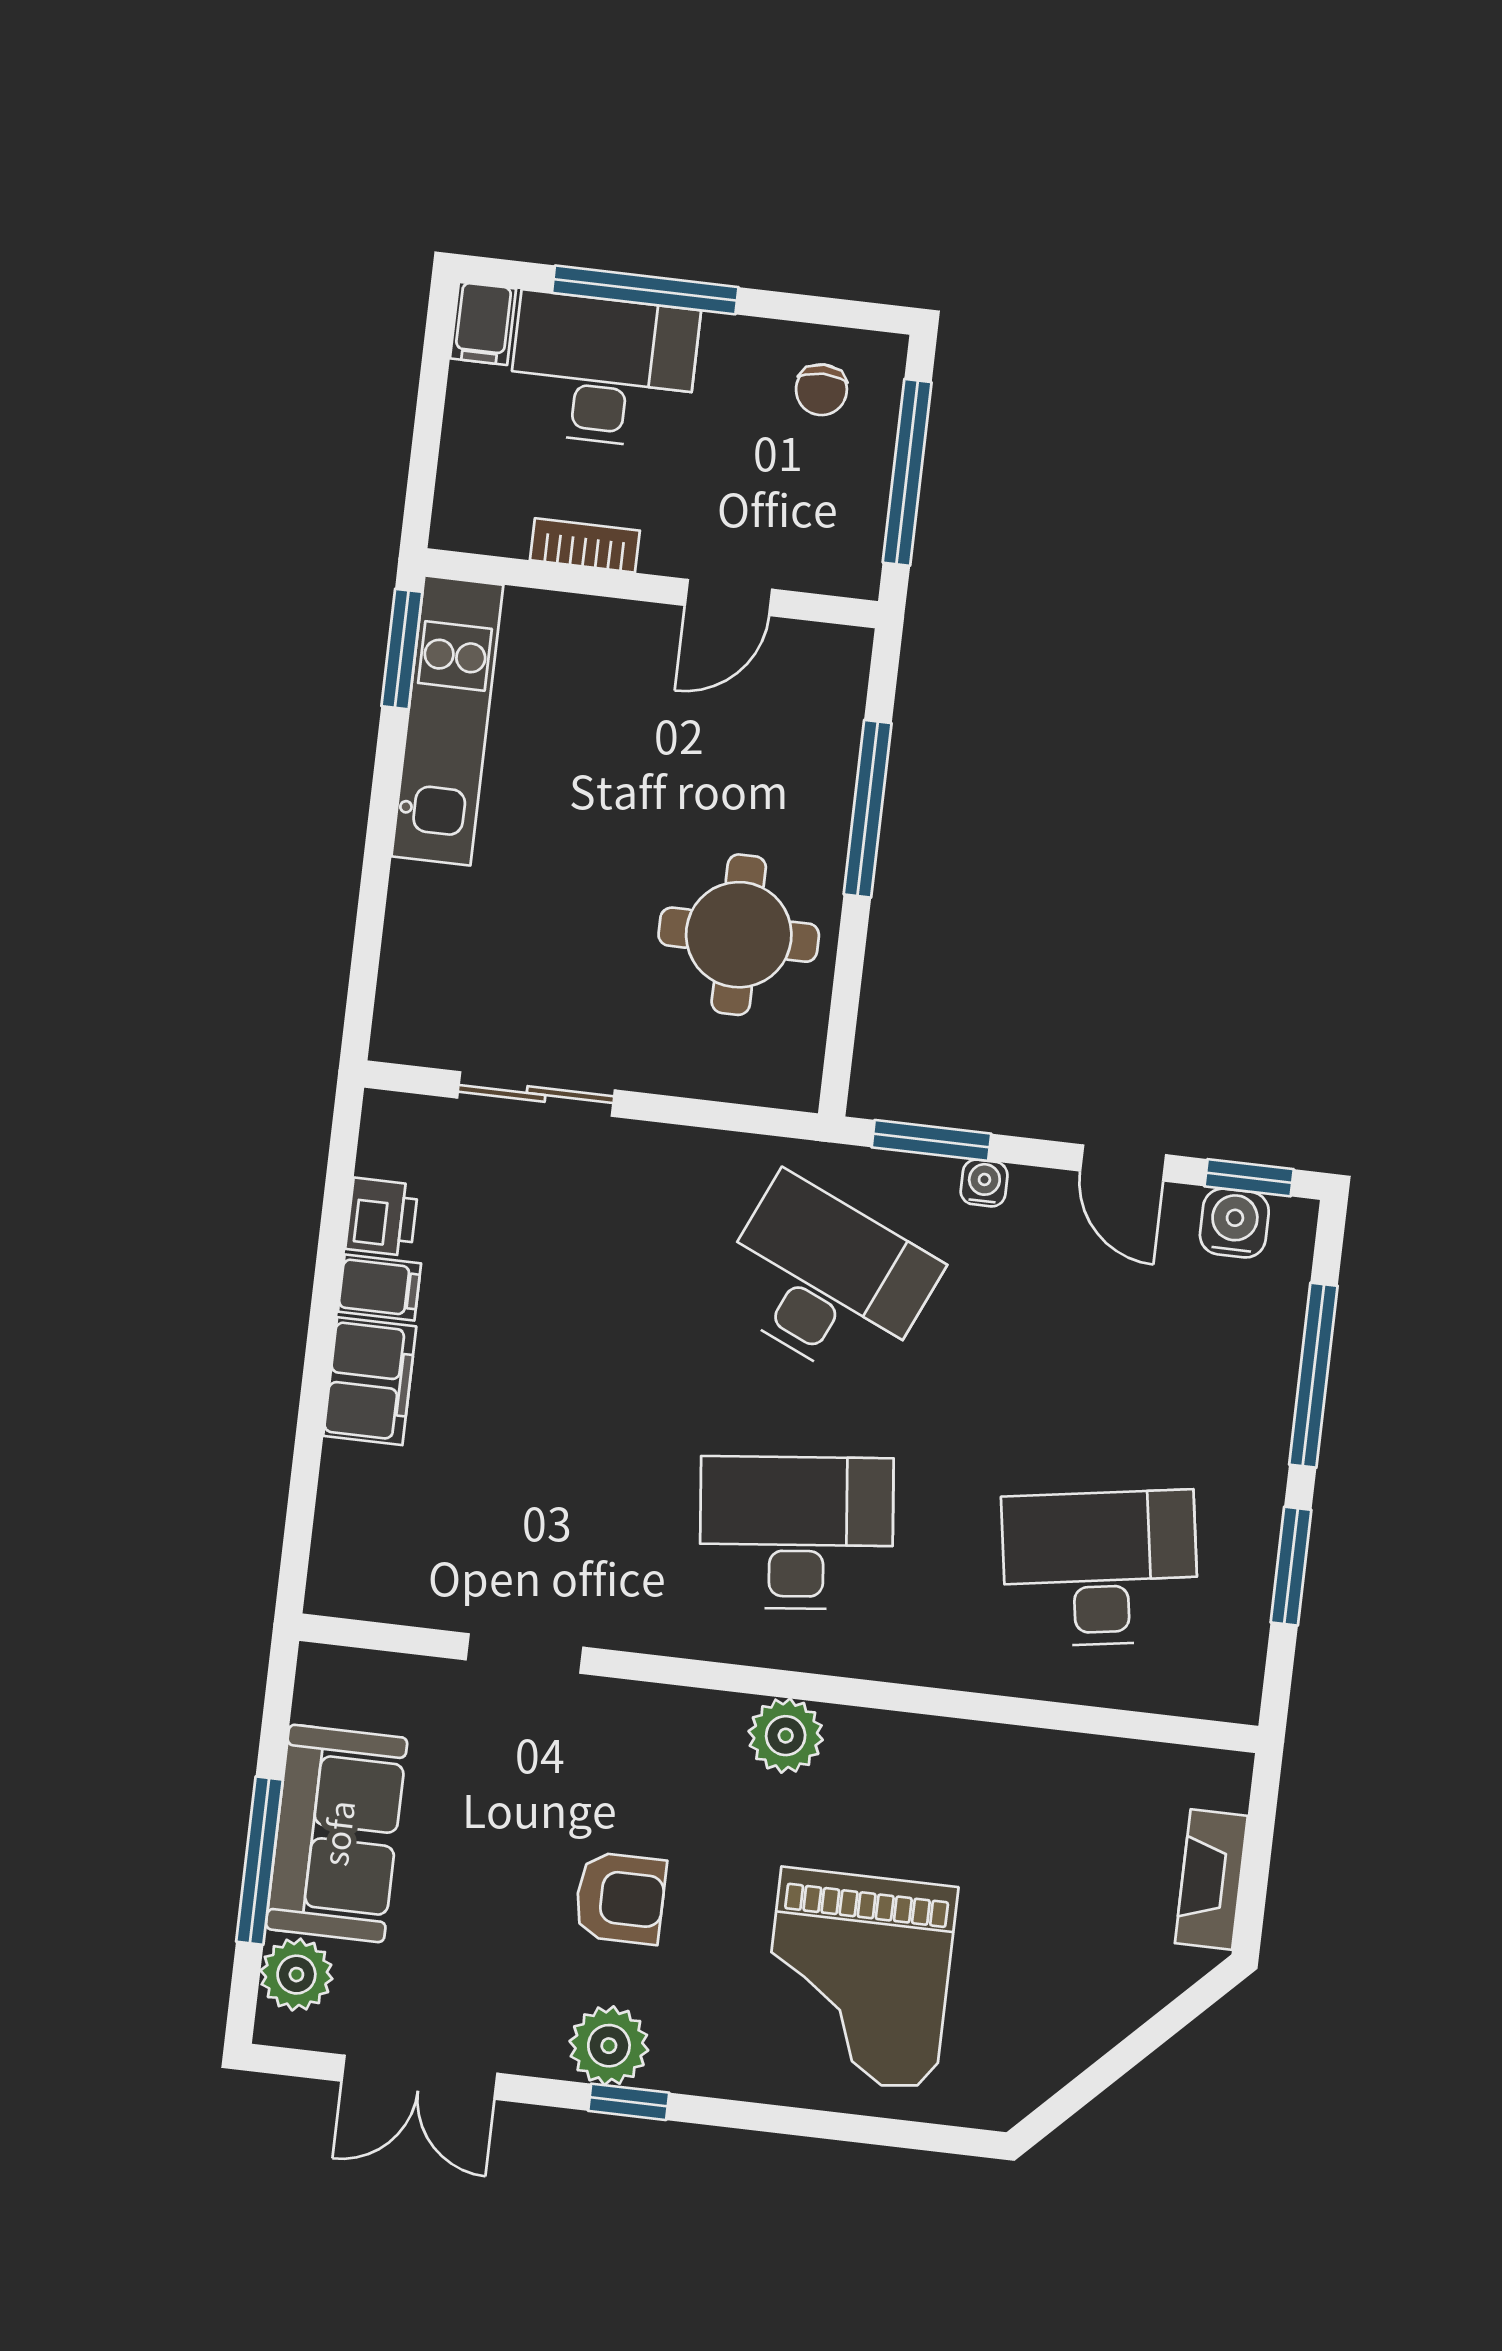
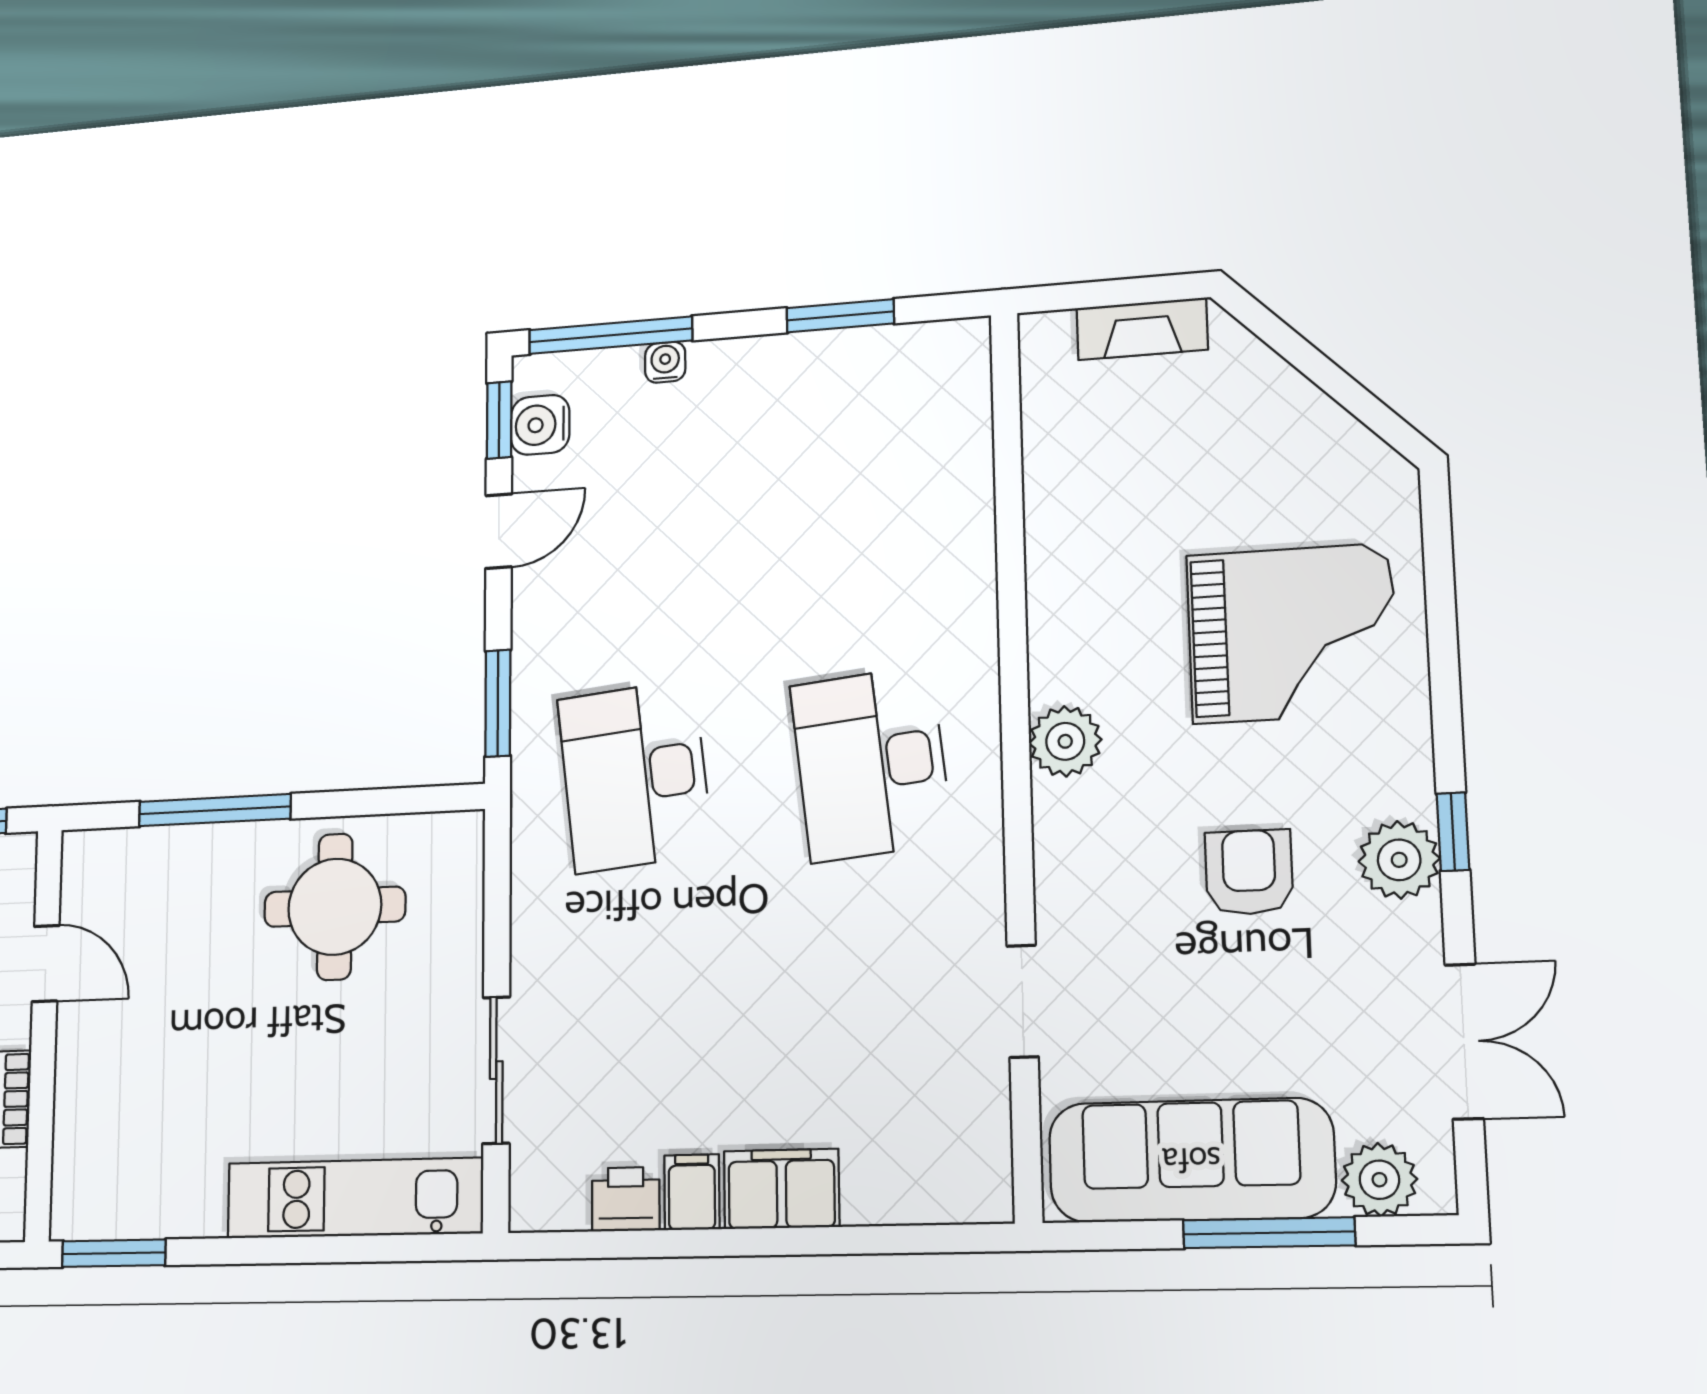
kitchen unit: (447, 721) -> (355, 1198), moved
water cooler: (984, 1183) -> (665, 362), moved, turned 90
desk: (826, 1281) -> (635, 776), turned -30
window: (1313, 1375) -> (610, 335), moved
desk: (1100, 1568) -> (866, 483), removed
sofa: (337, 1833) -> (1191, 1160), width x1.36

